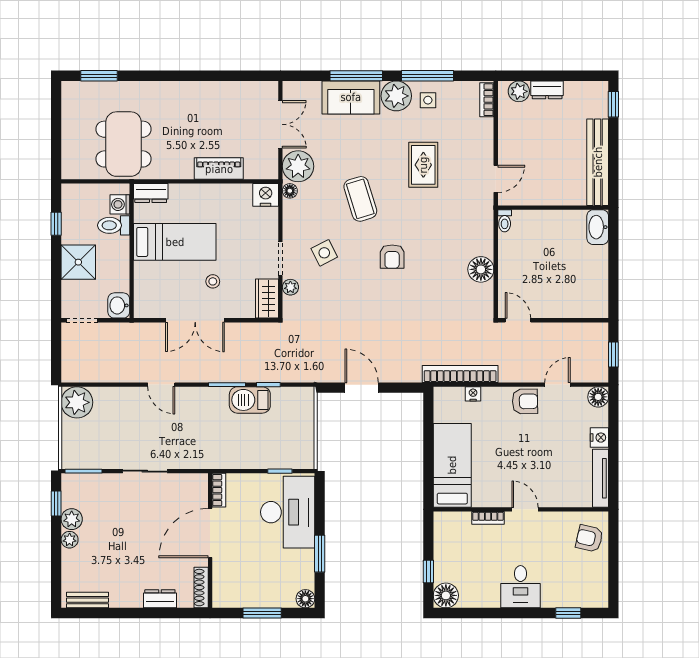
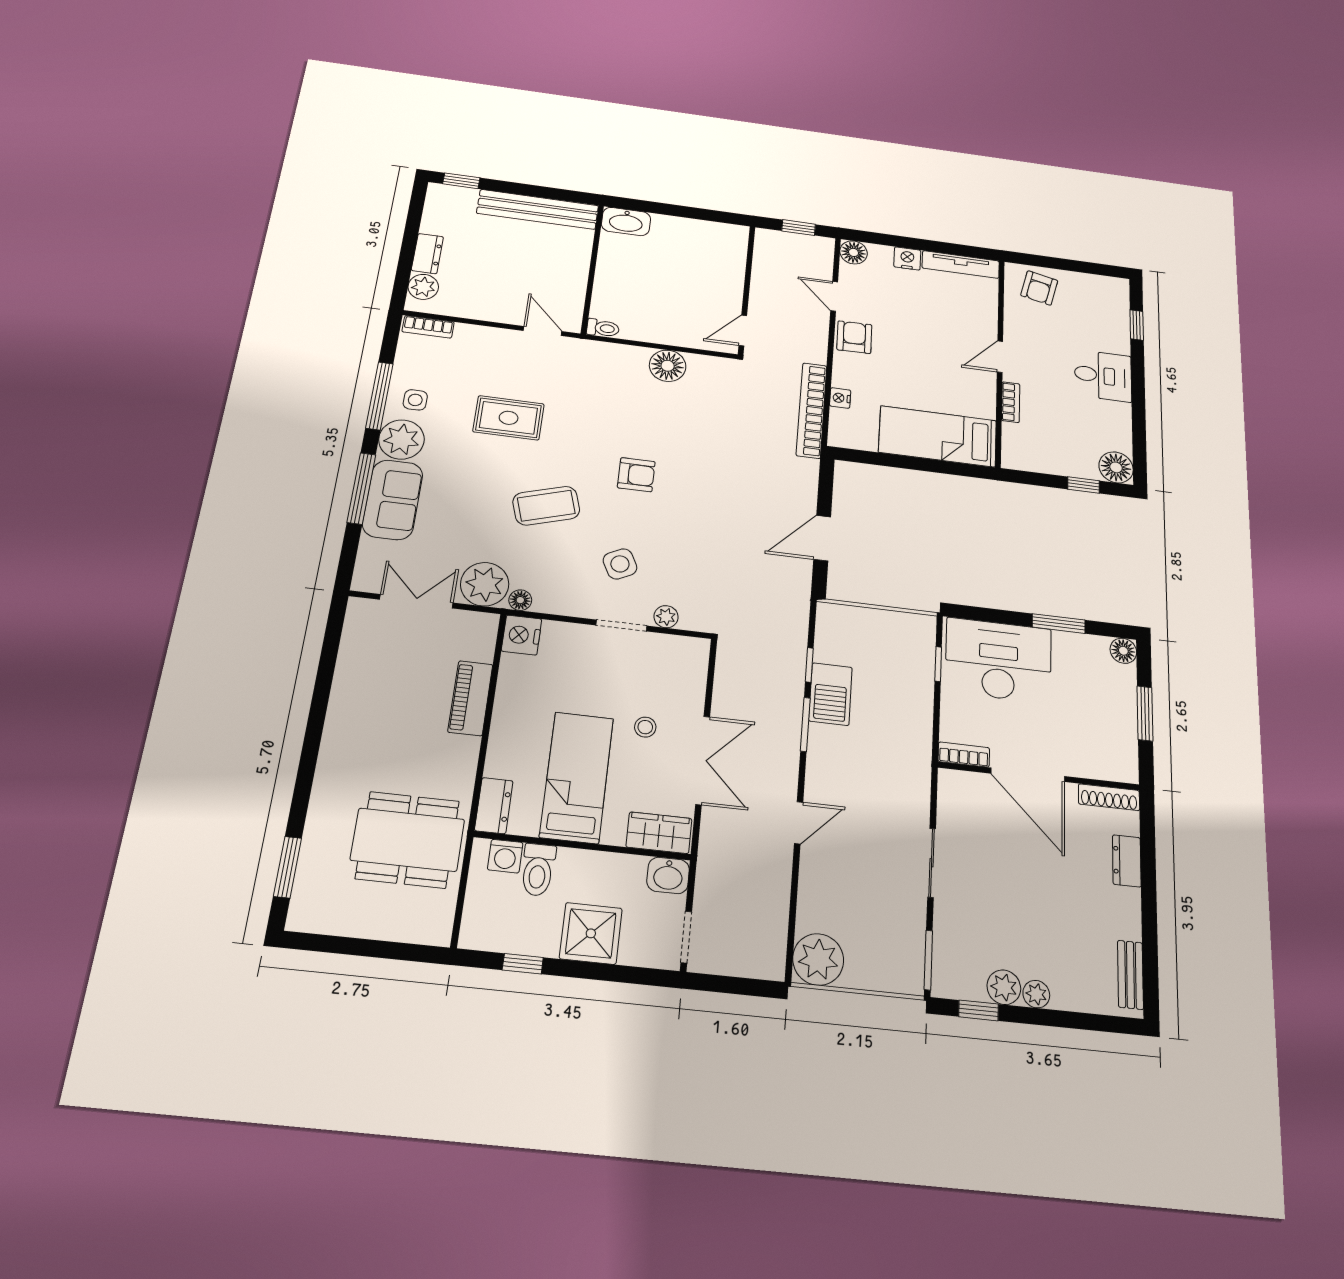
wardrobe: (267, 299) -> (659, 833), moved, turned 180

